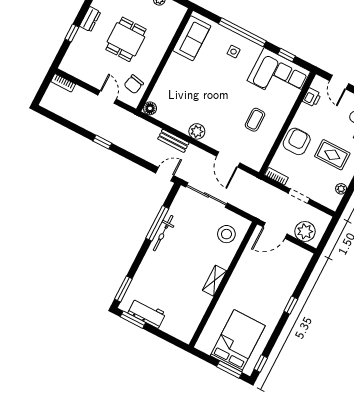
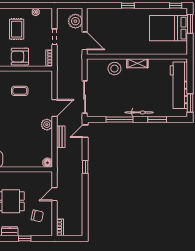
chair: (134, 84) -> (37, 216), moved
window: (102, 142) -> (85, 167), moved
door: (228, 160) -> (54, 108), moved
door: (165, 174) -> (85, 131), hinge flipped
bicycle: (163, 233) -> (139, 112), moved
stool: (226, 234) -> (114, 69), moved
window: (123, 289) -> (157, 120), moved
workbench: (147, 313) -> (179, 85), width x1.88, depth x1.32

